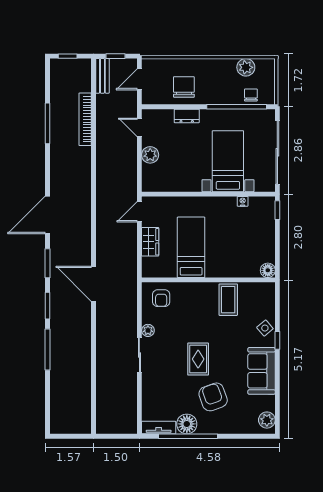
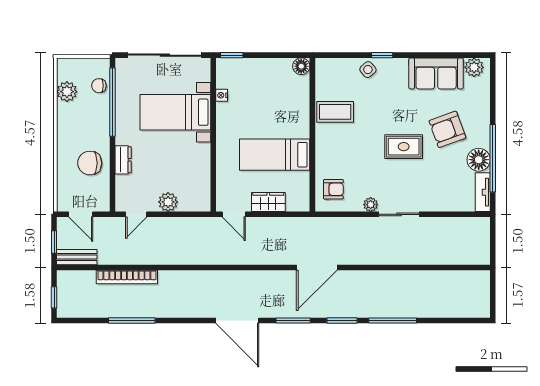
sofa: (262, 371) -> (436, 73), moved

